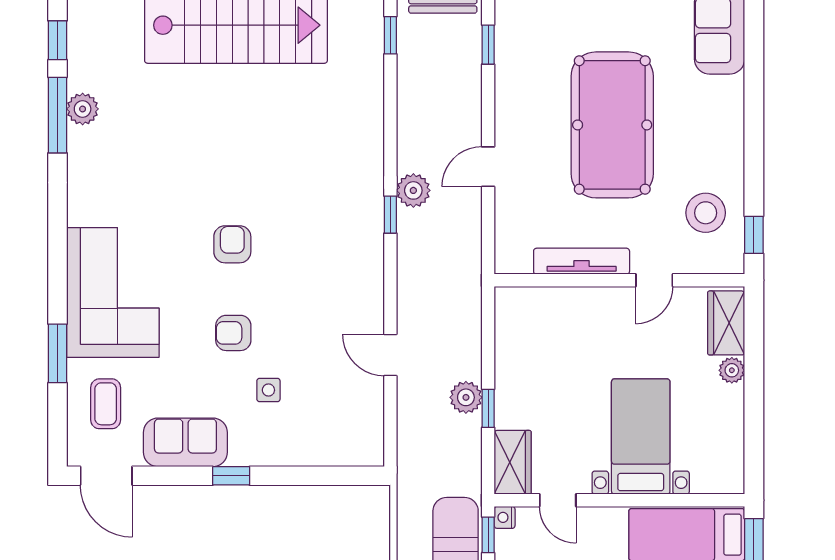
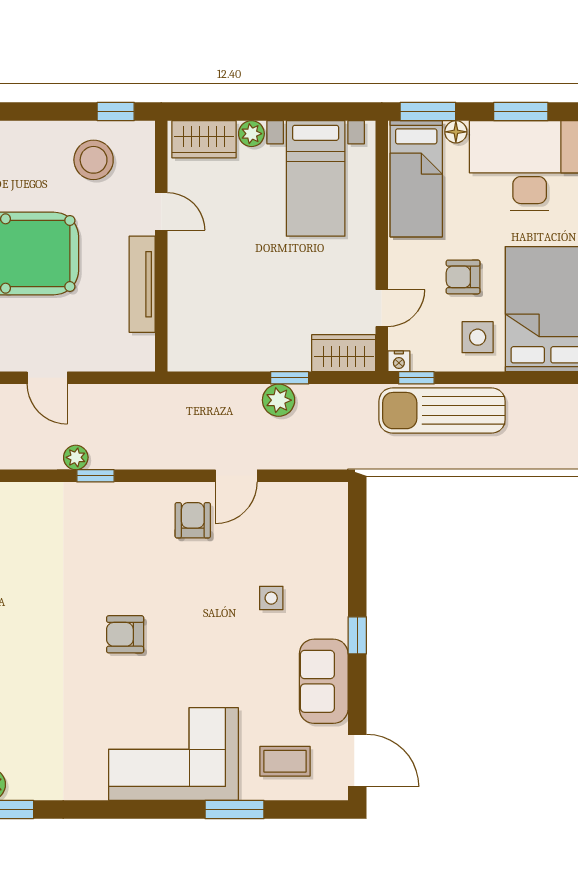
plant: (413, 190) -> (76, 457), width x0.73, depth x0.73
armchair: (233, 333) -> (193, 520), moved, turned 180
bed with nightstands: (641, 437) -> (316, 178), moved, turned -90
door: (106, 476) -> (357, 761), hinge flipped

